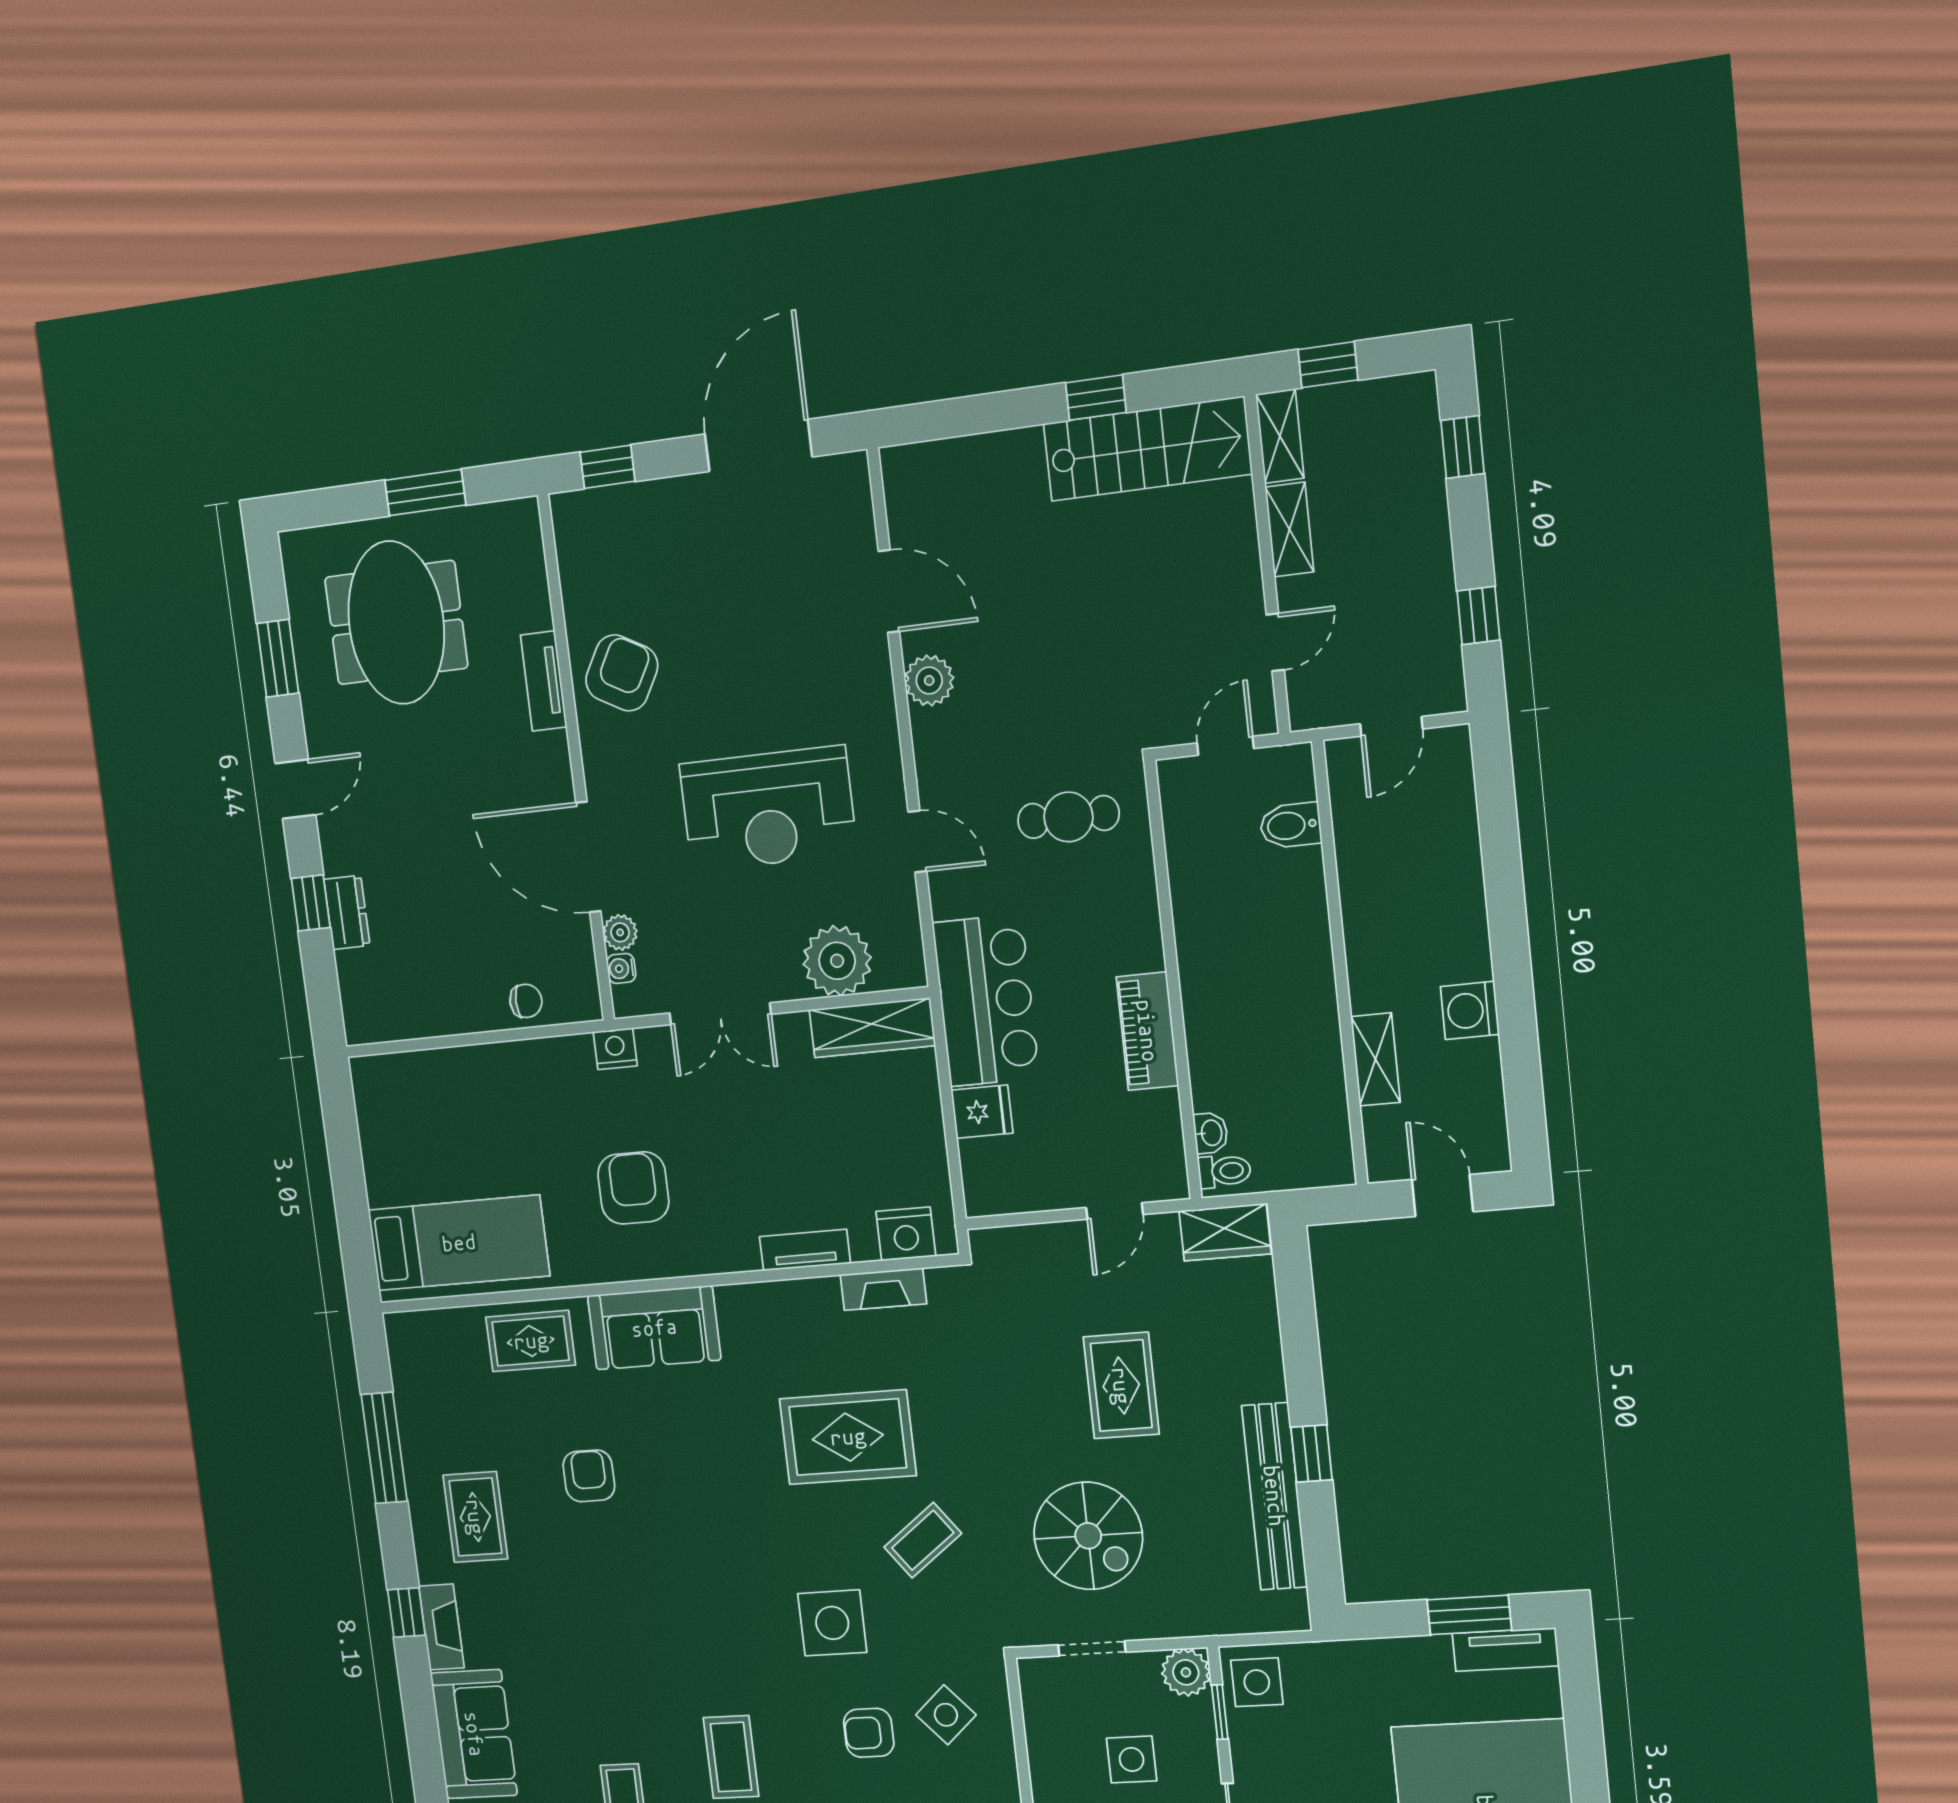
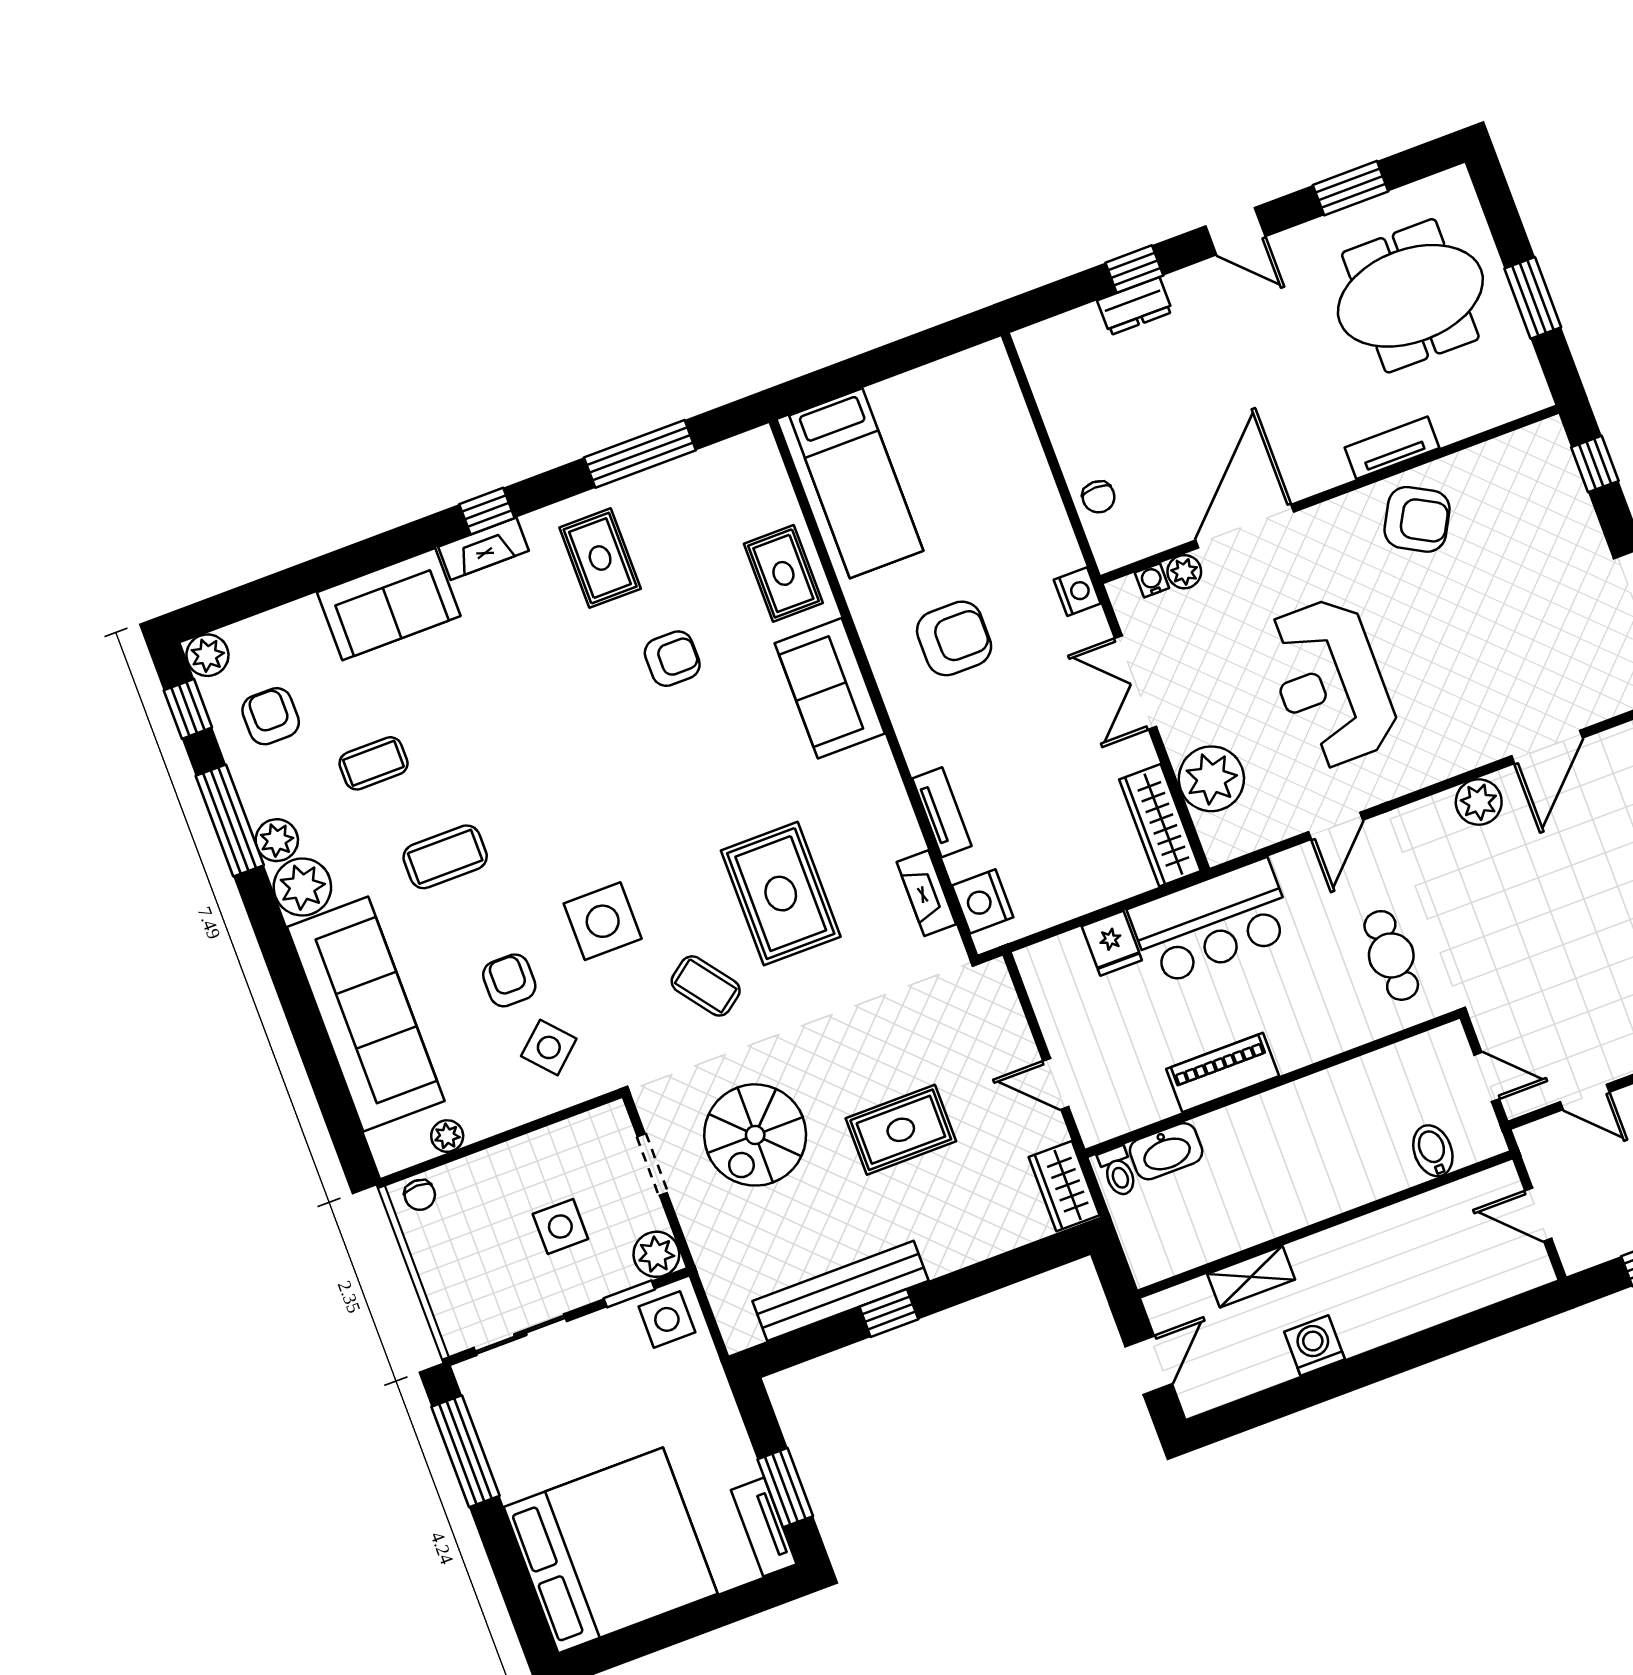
washbasin: (1211, 1133) -> (1166, 1151), width x1.91, depth x1.45
rug: (475, 1517) -> (600, 558), turned 90

